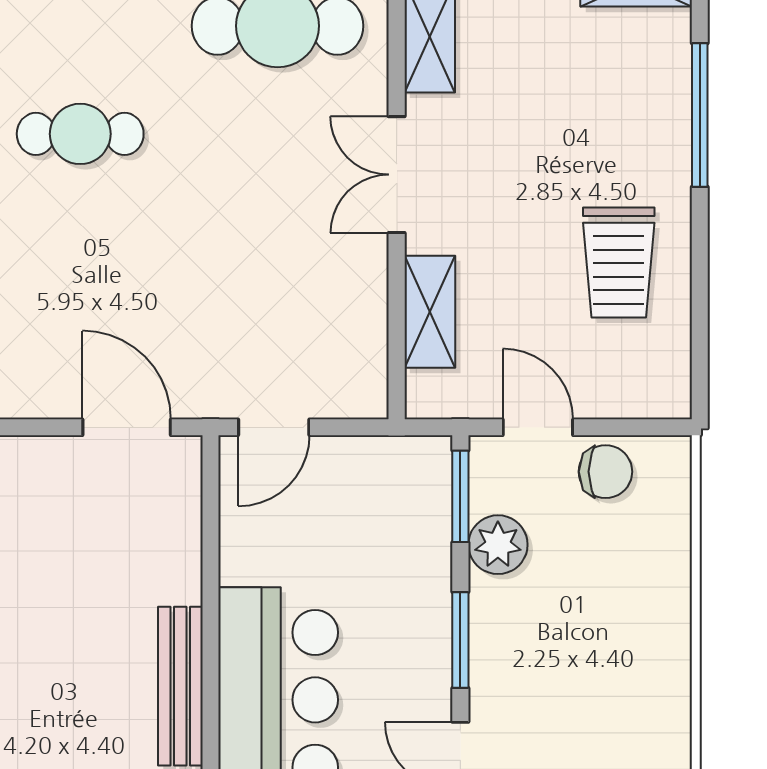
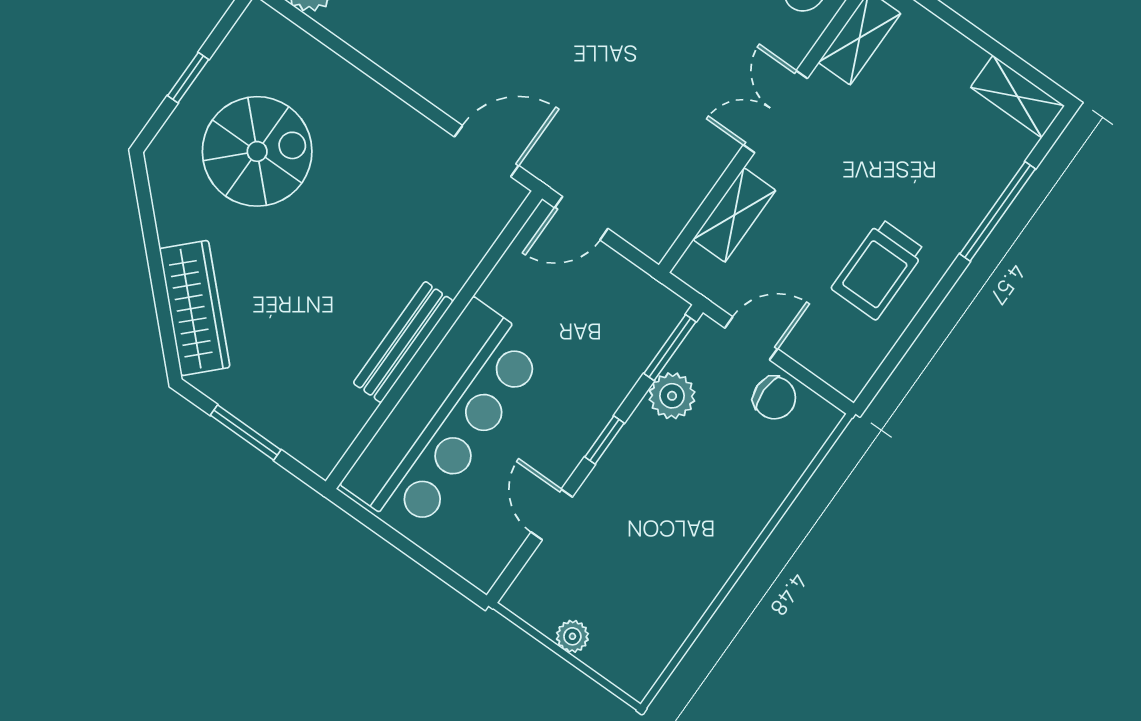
door: (127, 427) -> (487, 151), hinge flipped
door: (538, 427) -> (751, 338), hinge flipped
window: (460, 640) -> (604, 440), width x0.67

